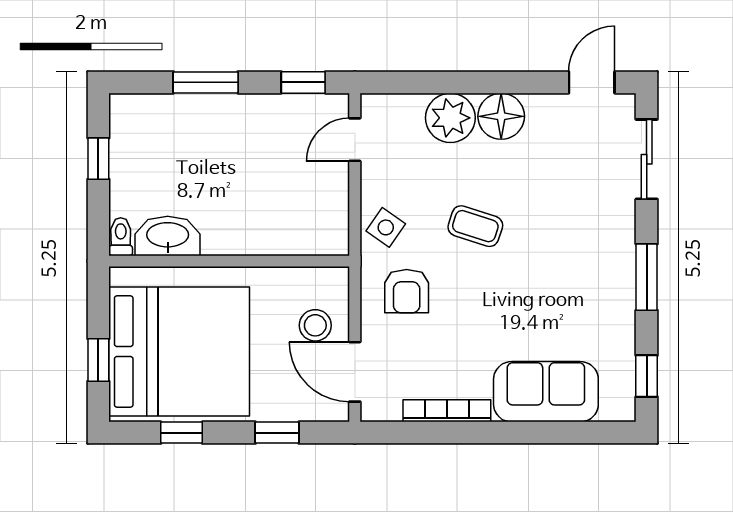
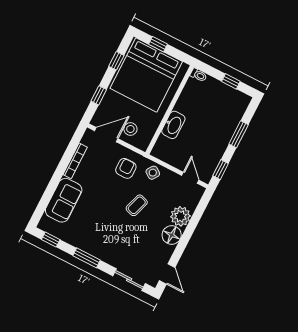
washbasin: (168, 236) -> (173, 125), moved
armchair: (407, 291) -> (126, 168), turned 90

